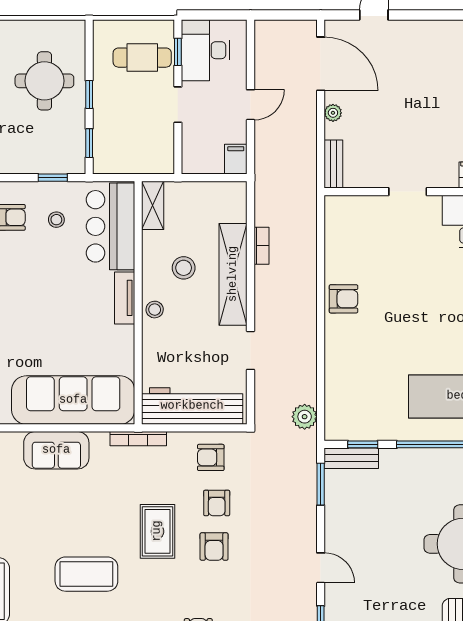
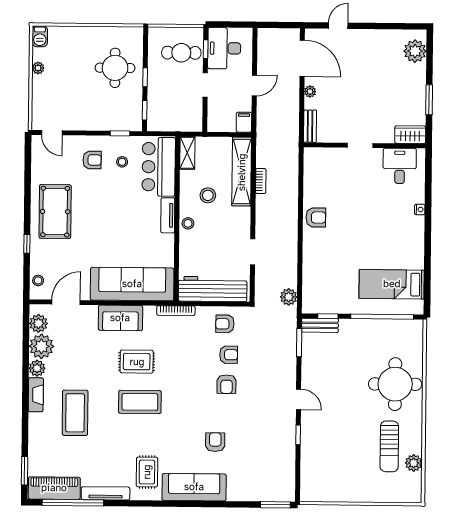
shelving: (233, 274) -> (242, 172), moved
armchair: (217, 503) -> (229, 355), turned -90
rug: (157, 531) -> (137, 362), moved, turned 90

